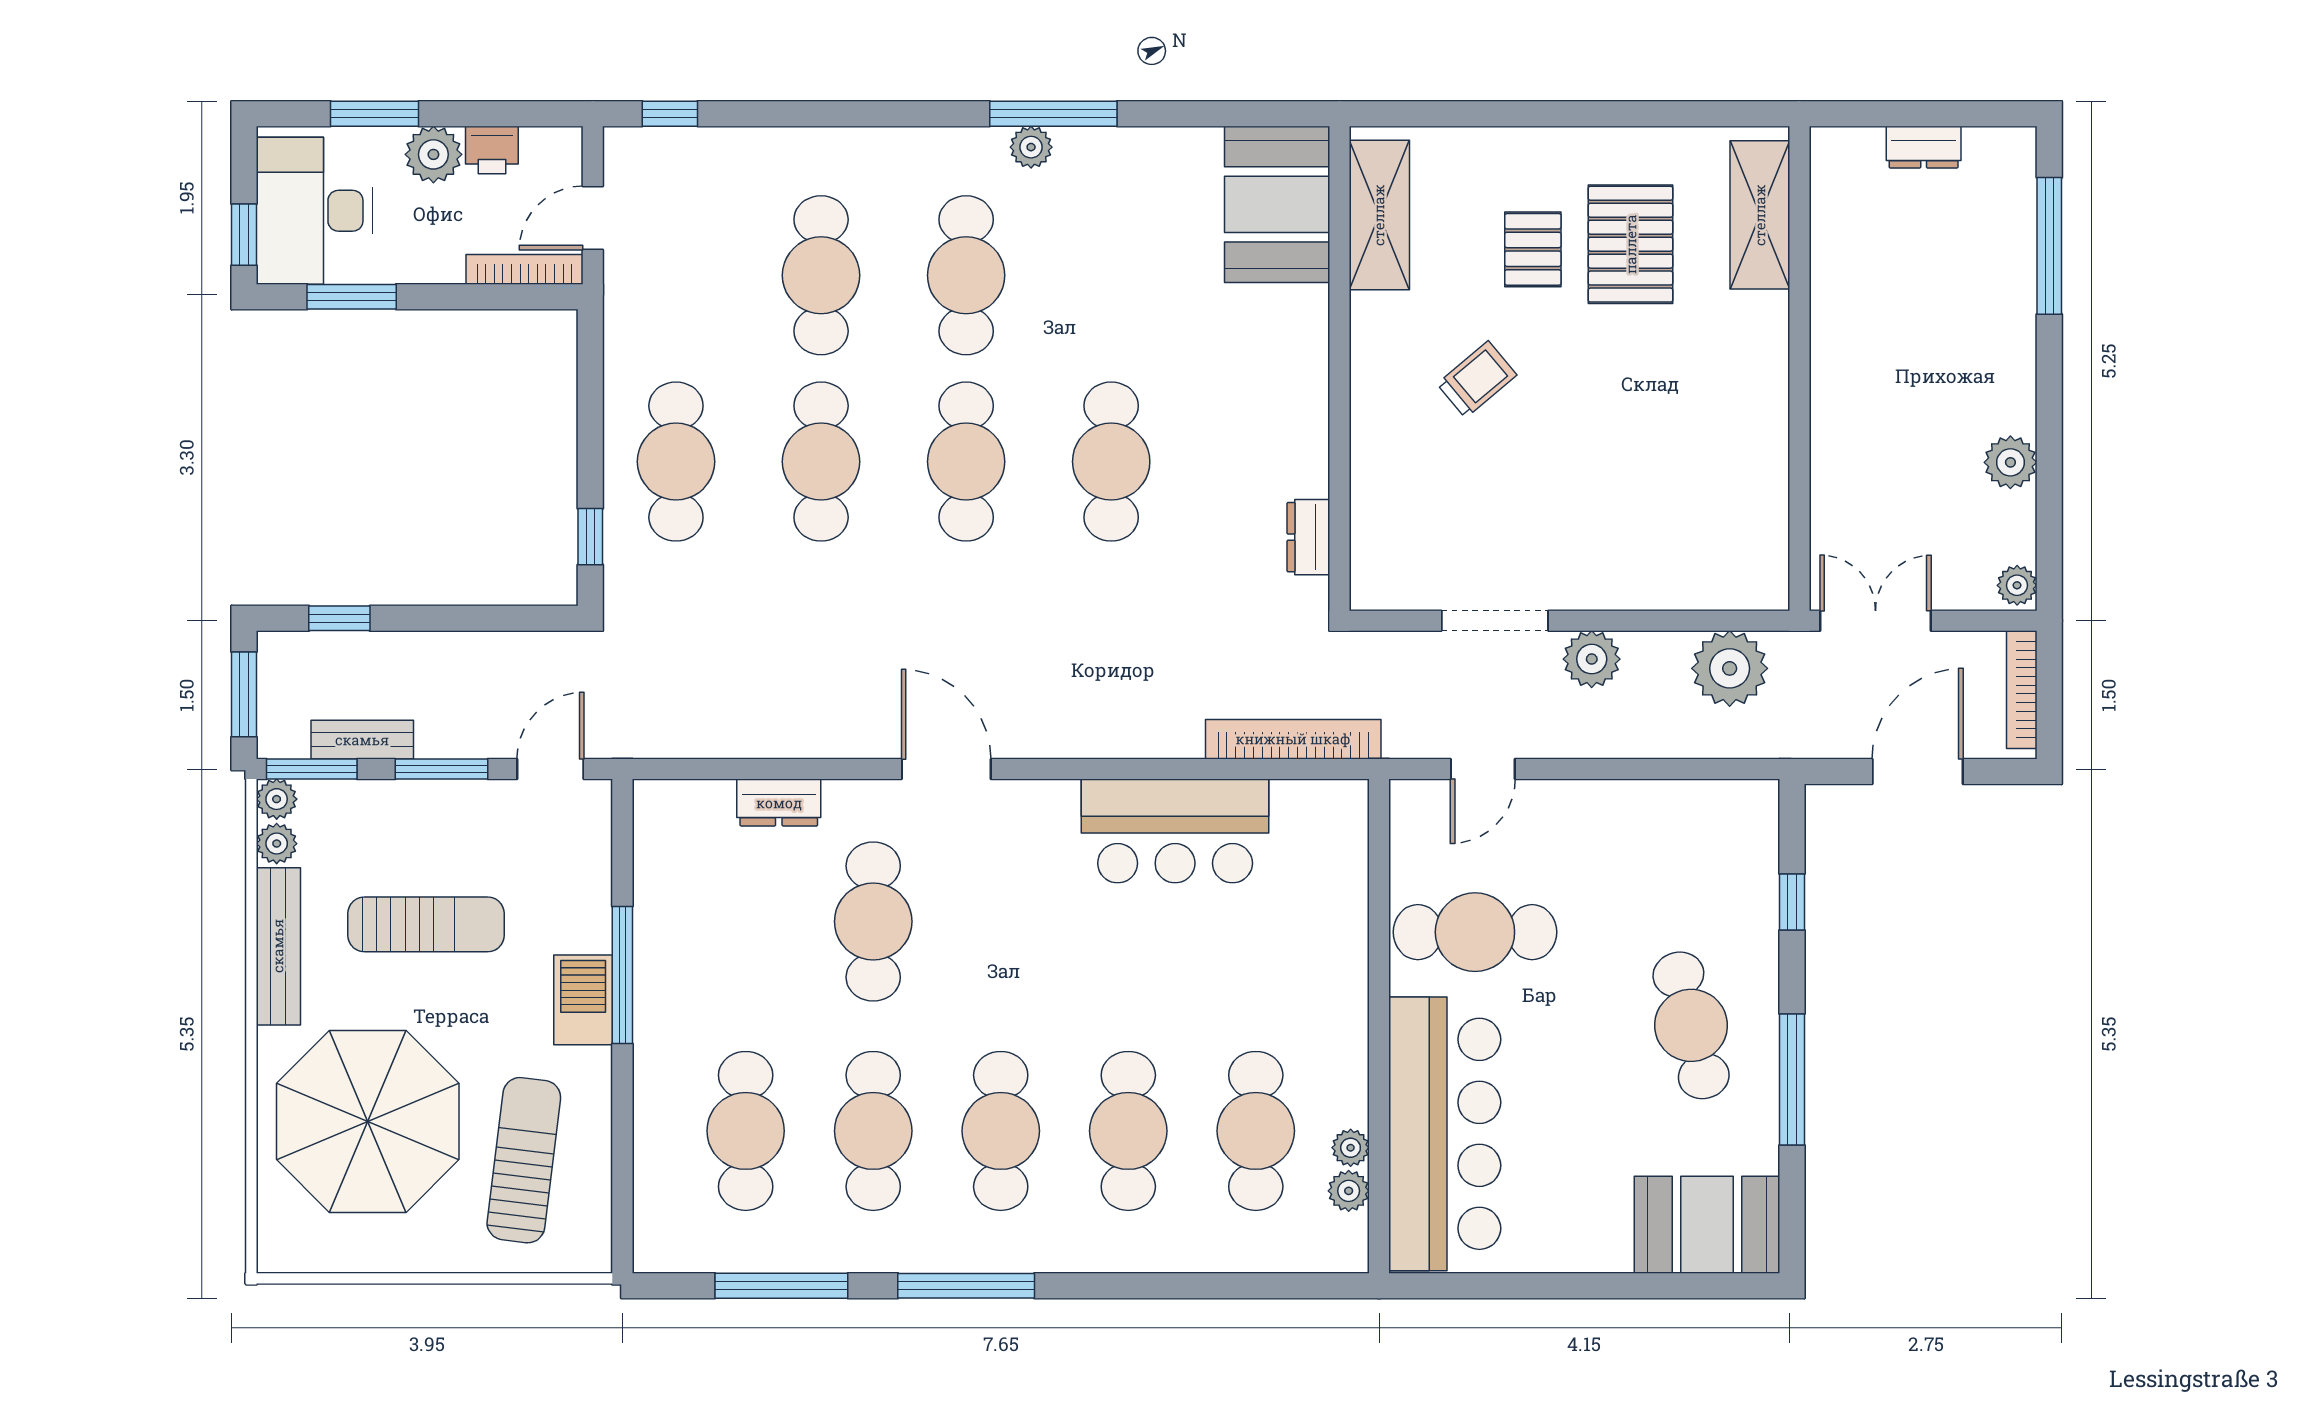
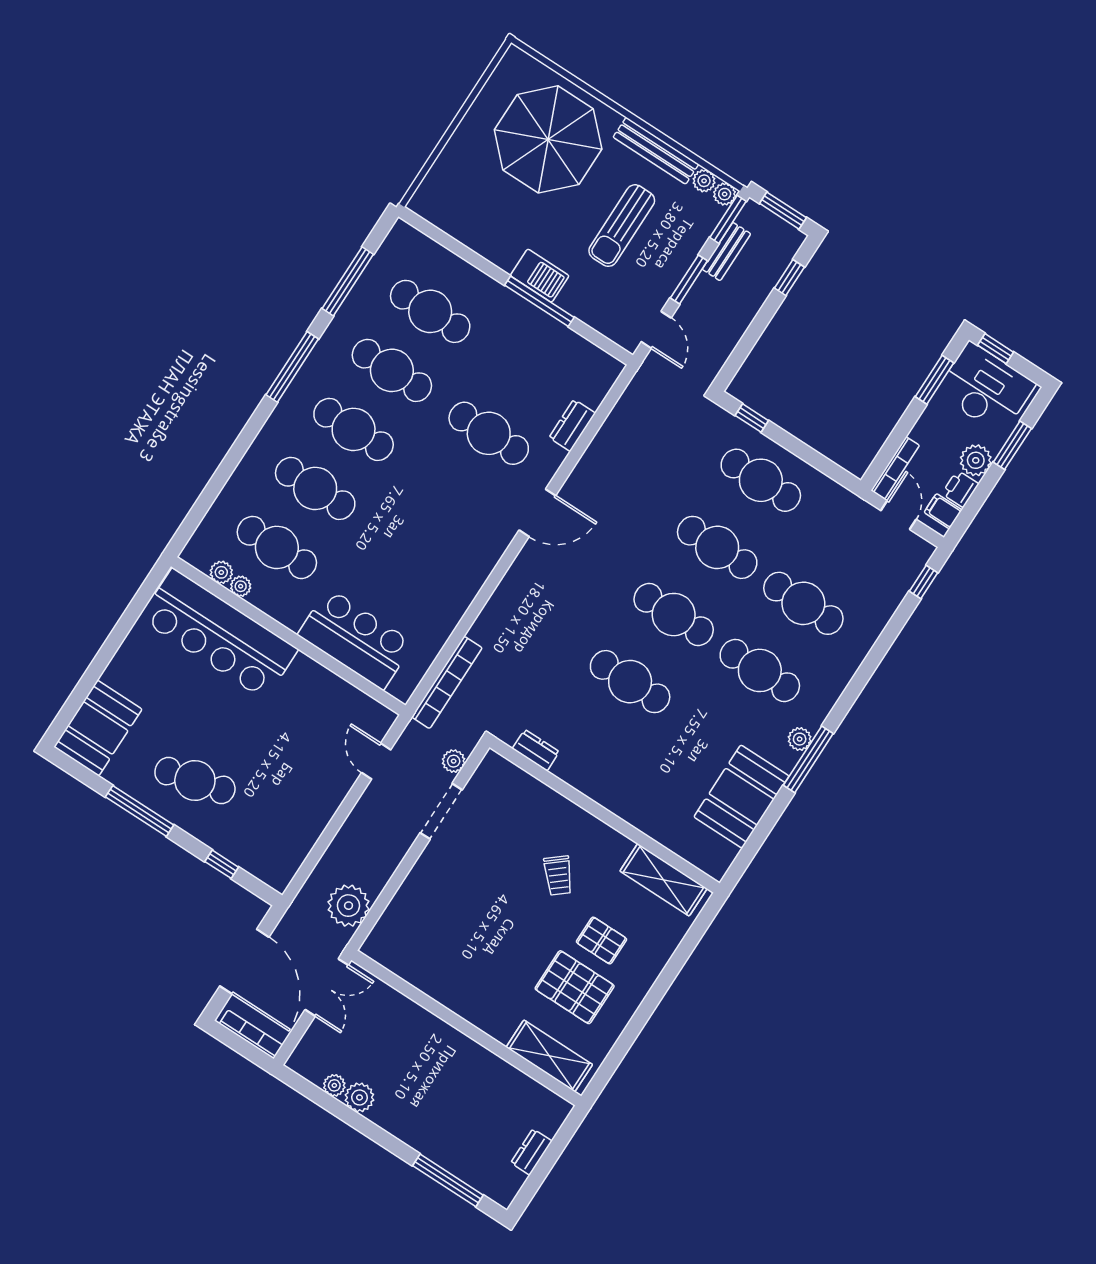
filing cabinet: (543, 154) -> (943, 511), added
booth: (1277, 204) -> (741, 797), moved, turned 90
plant: (2017, 585) -> (334, 1085), moved
plant: (1592, 659) -> (454, 761), moved, width x0.73, depth x0.73
door: (1918, 771) -> (244, 962), width x1.36
bar counter: (1175, 831) -> (356, 639), moved, turned 90
cafe table: (1475, 932) -> (303, 709), removed
sun lounger: (524, 1160) -> (483, 200), removed

